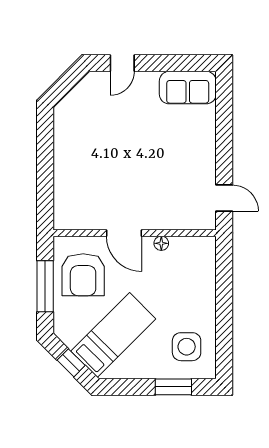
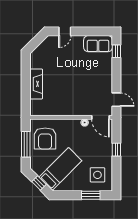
window: (224, 103) -> (116, 51), added
fireplace: (65, 167) -> (36, 84), added
door: (124, 233) -> (100, 117), moved
window: (224, 297) -> (116, 150), added

